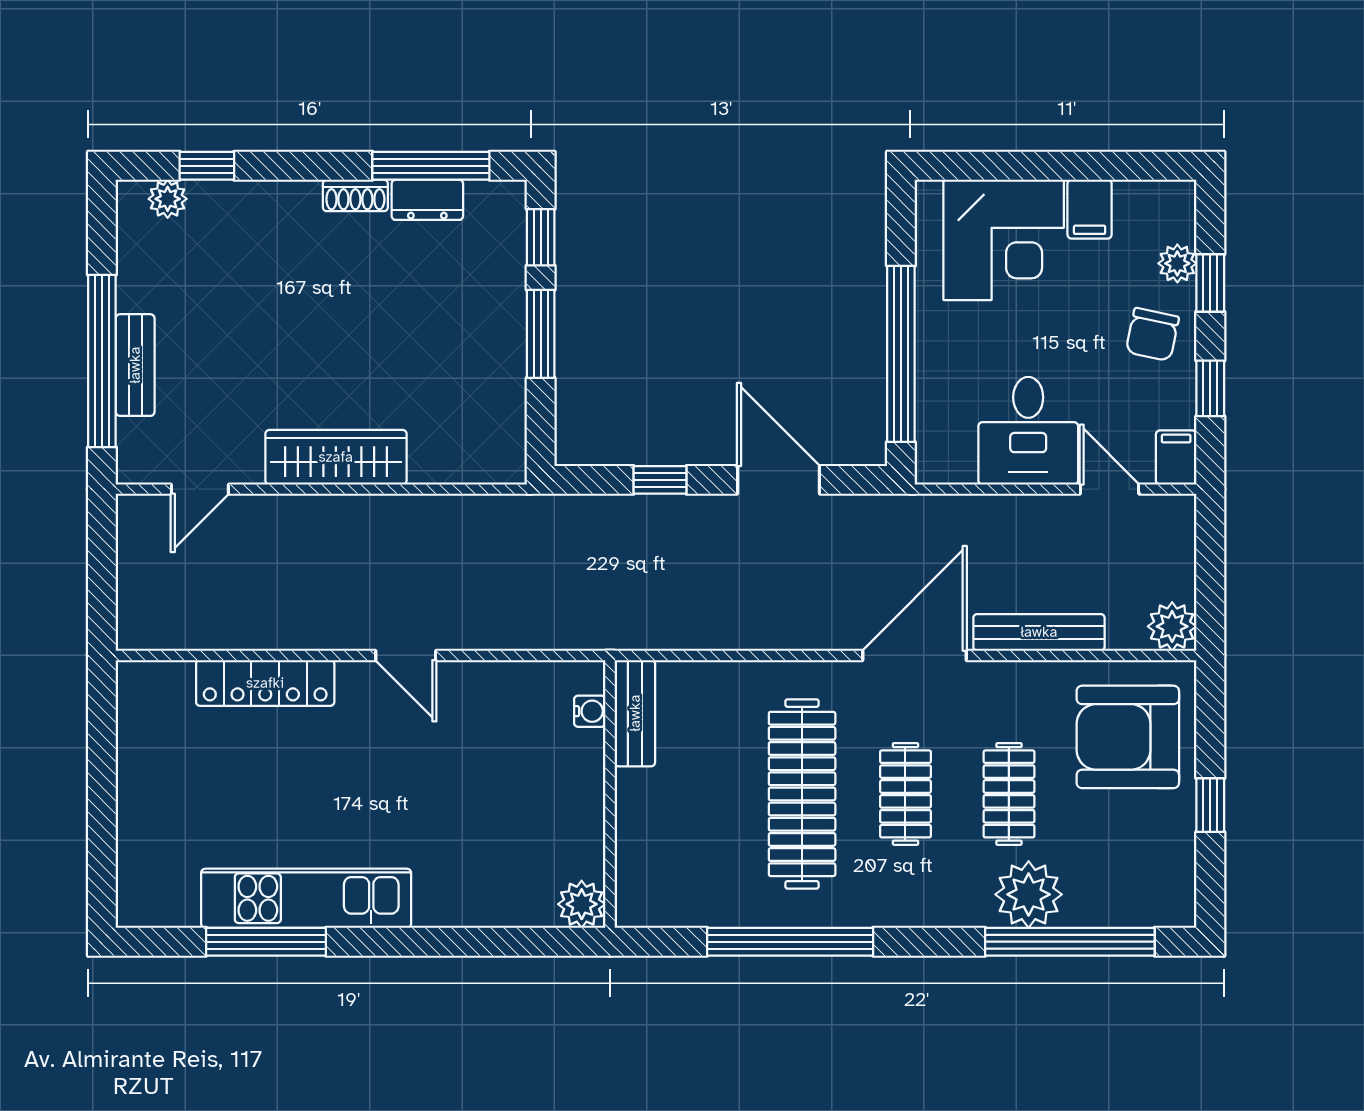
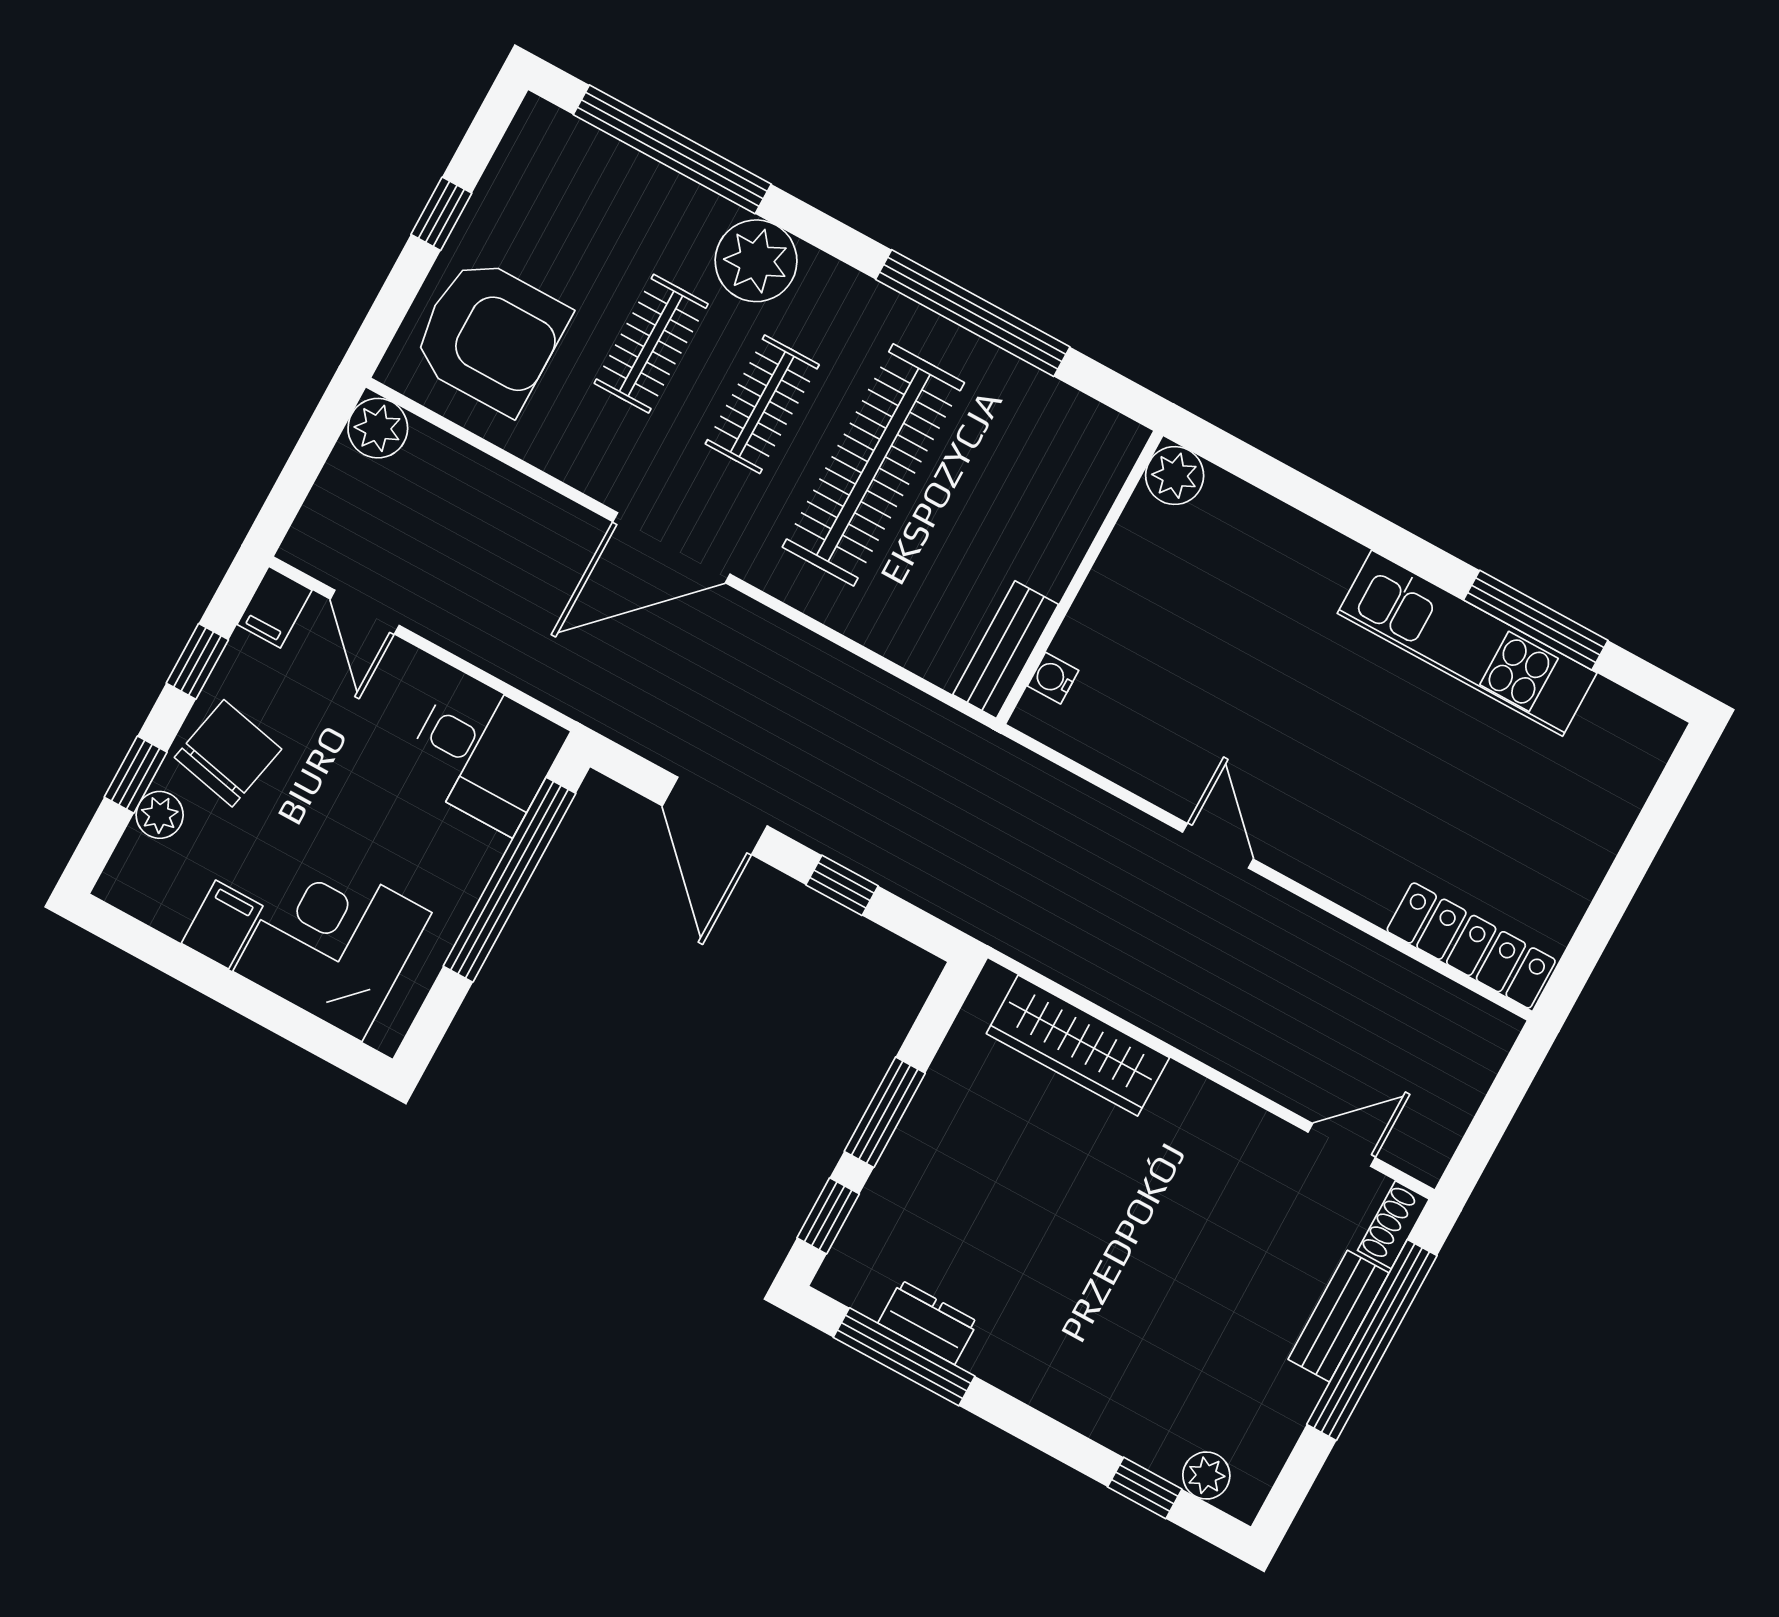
shoe rack: (355, 195) -> (1393, 1225), moved, turned -90
chair: (1152, 334) -> (228, 753), width x1.37, depth x1.37
desk: (1028, 431) -> (484, 753), moved, turned 90
wardrobe: (336, 457) -> (1078, 1046), moved
bench: (1039, 632) -> (524, 500), removed
locker: (265, 683) -> (1471, 945), moved
plant: (1029, 894) -> (756, 261), moved

